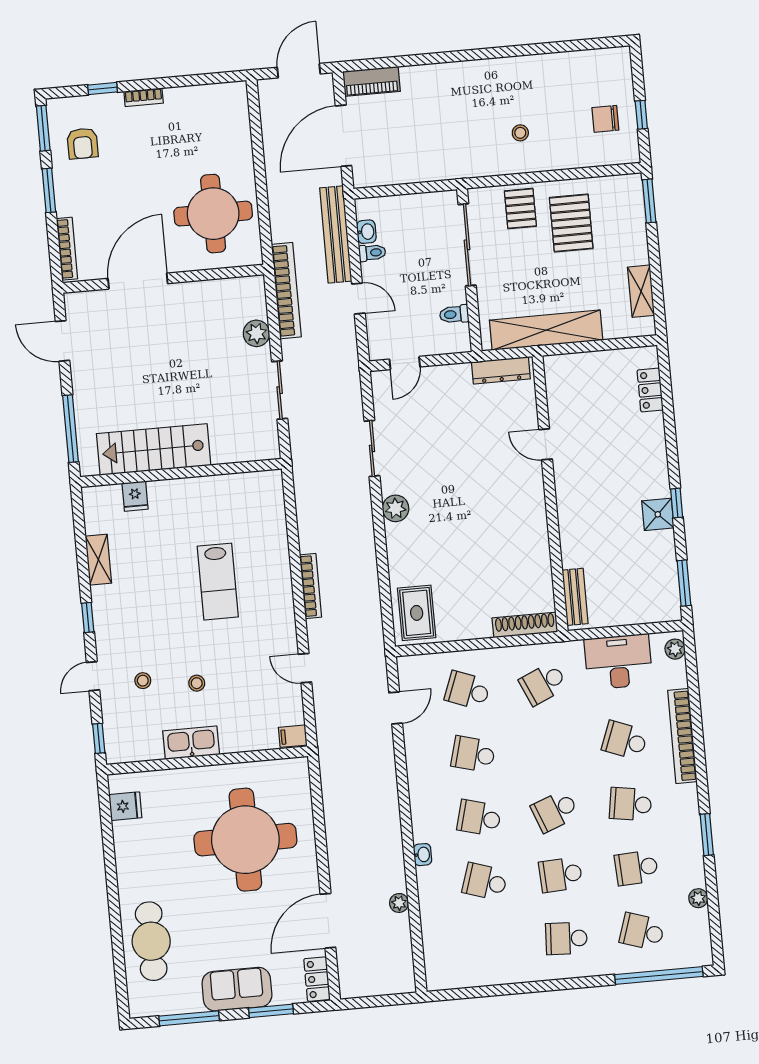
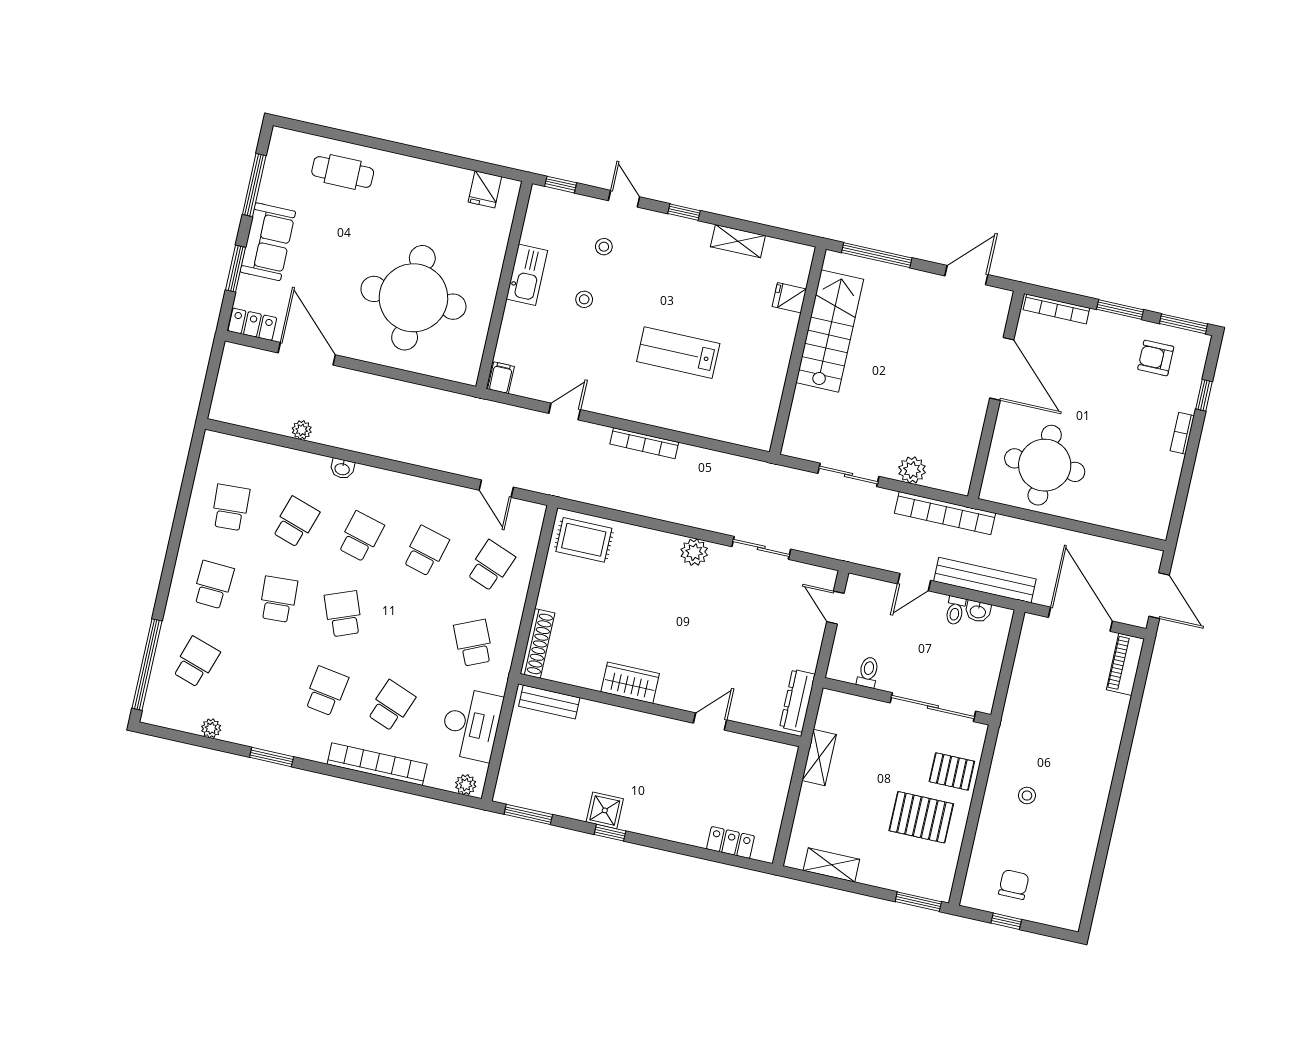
shelving: (546, 330) -> (819, 757), width x0.45, depth x0.75
wardrobe: (534, 529) -> (630, 683), added
school desk: (636, 868) -> (230, 507), moved
cafe table: (151, 941) -> (343, 172), width x0.73, depth x0.74

